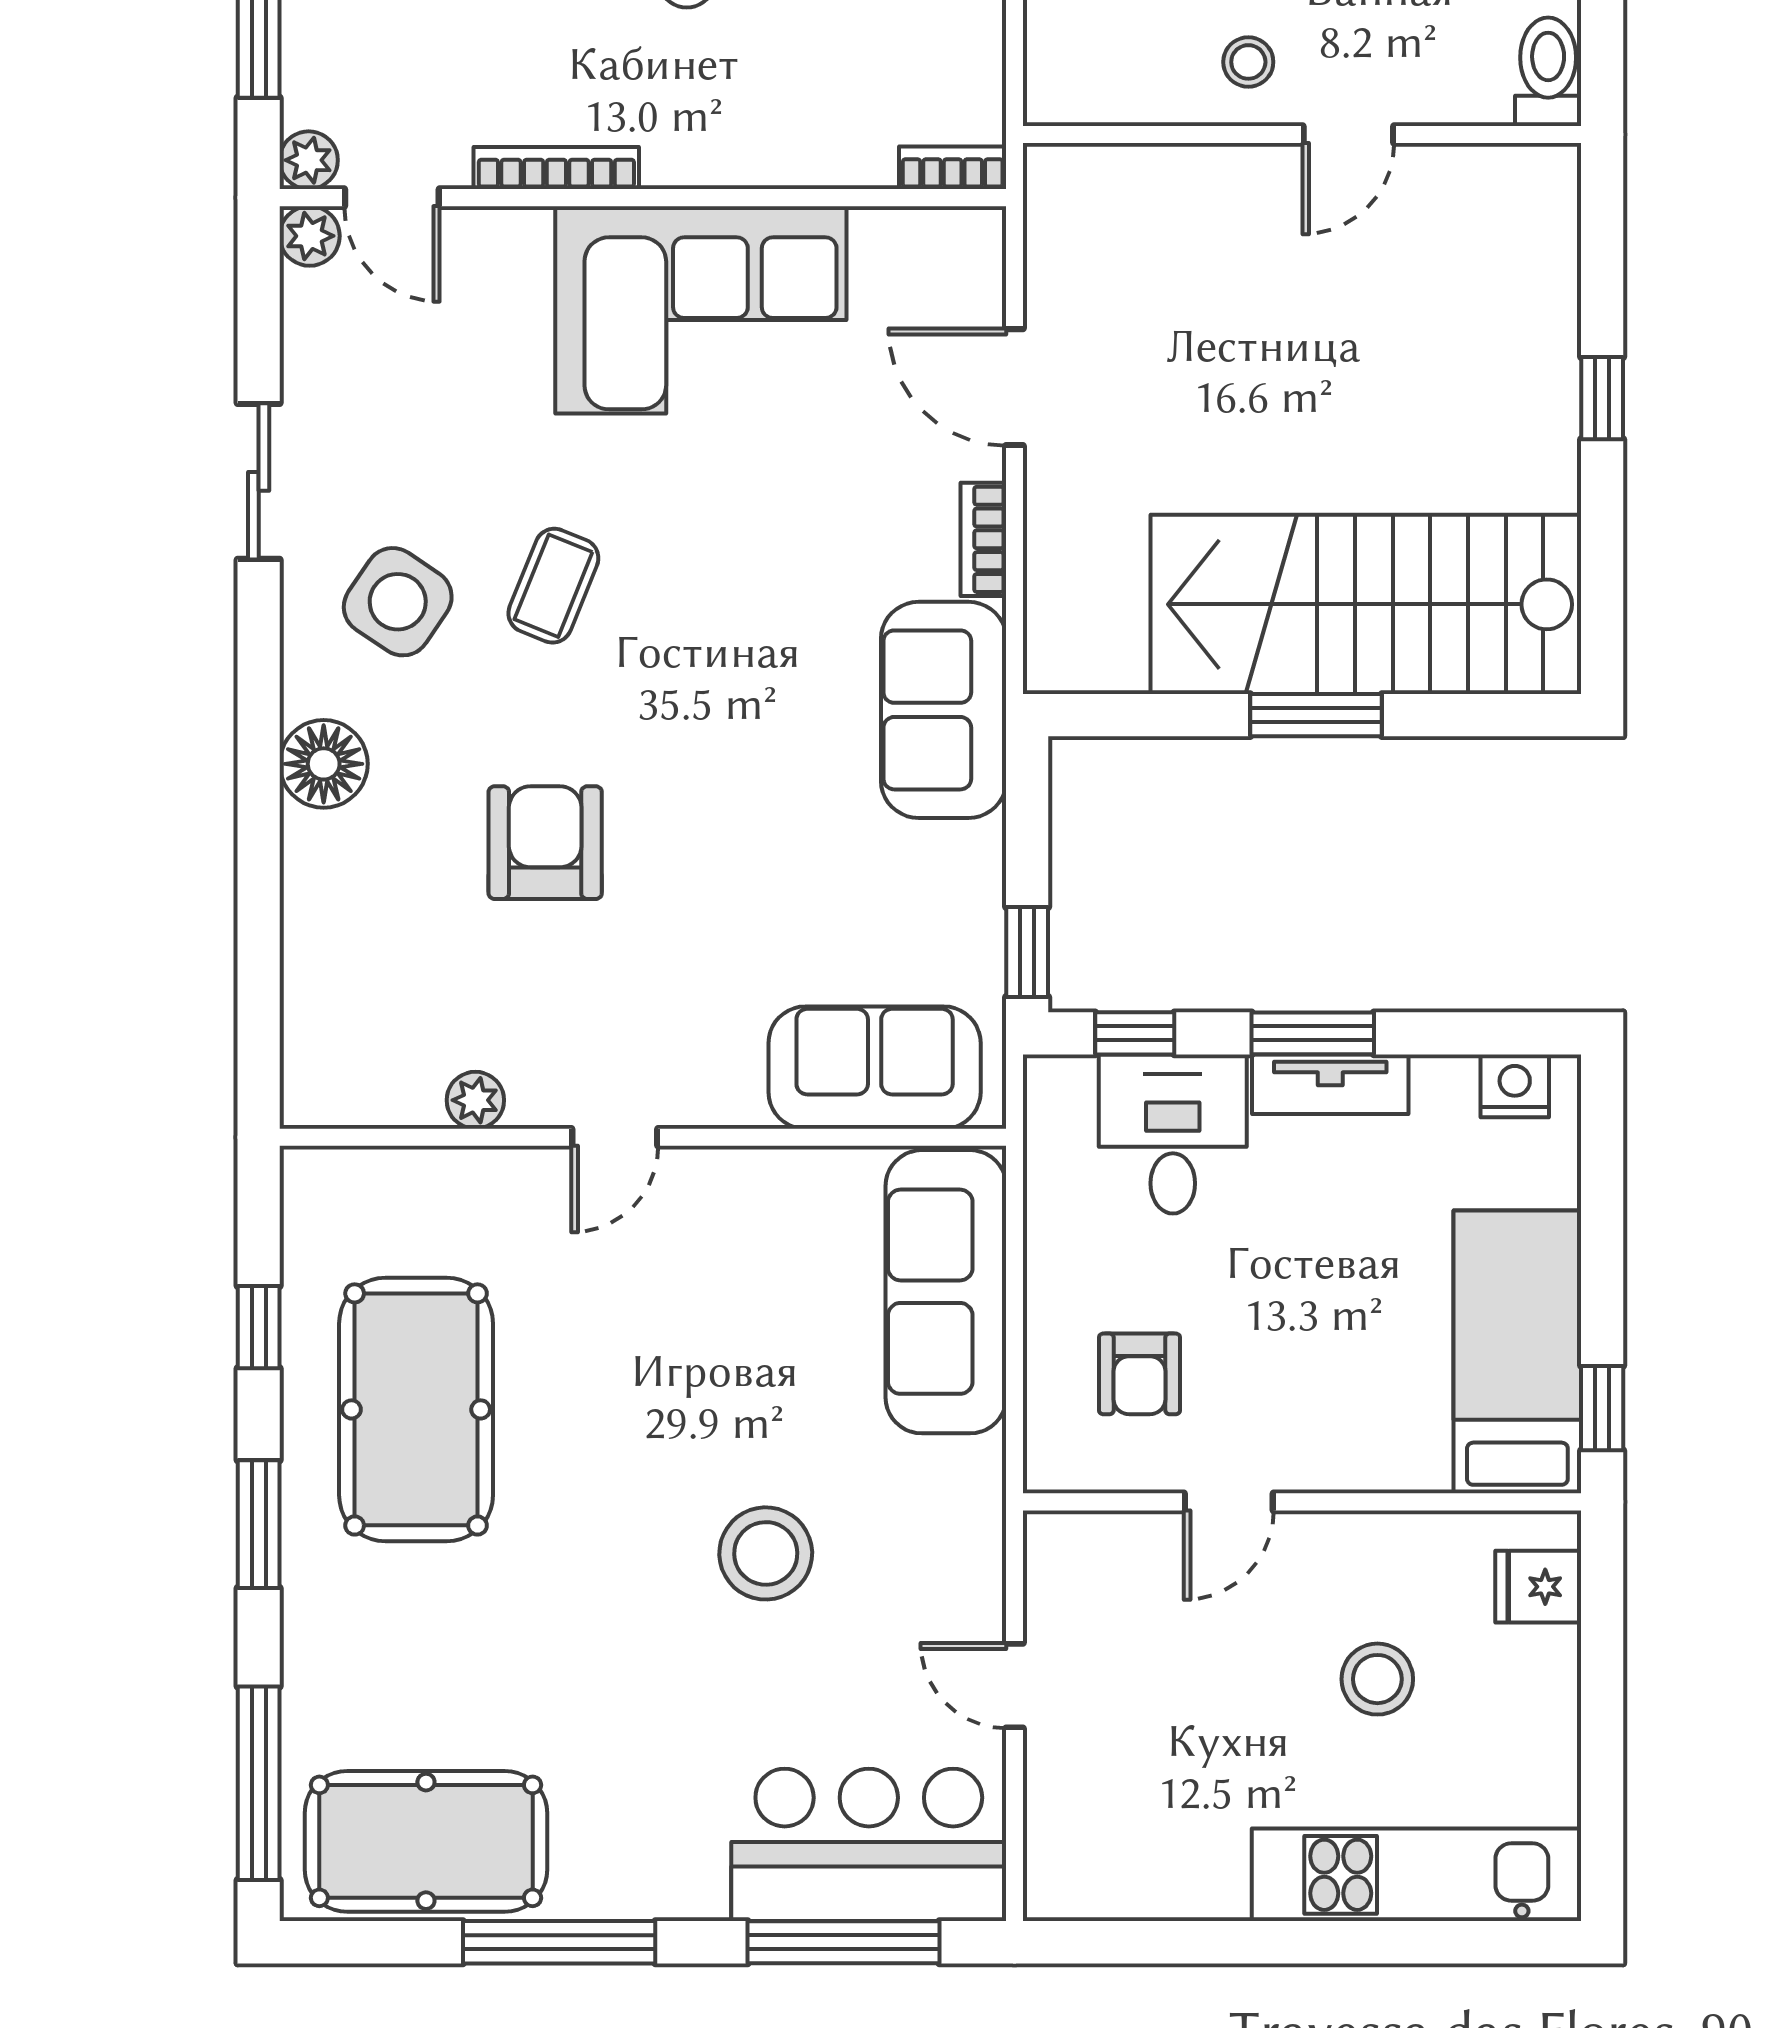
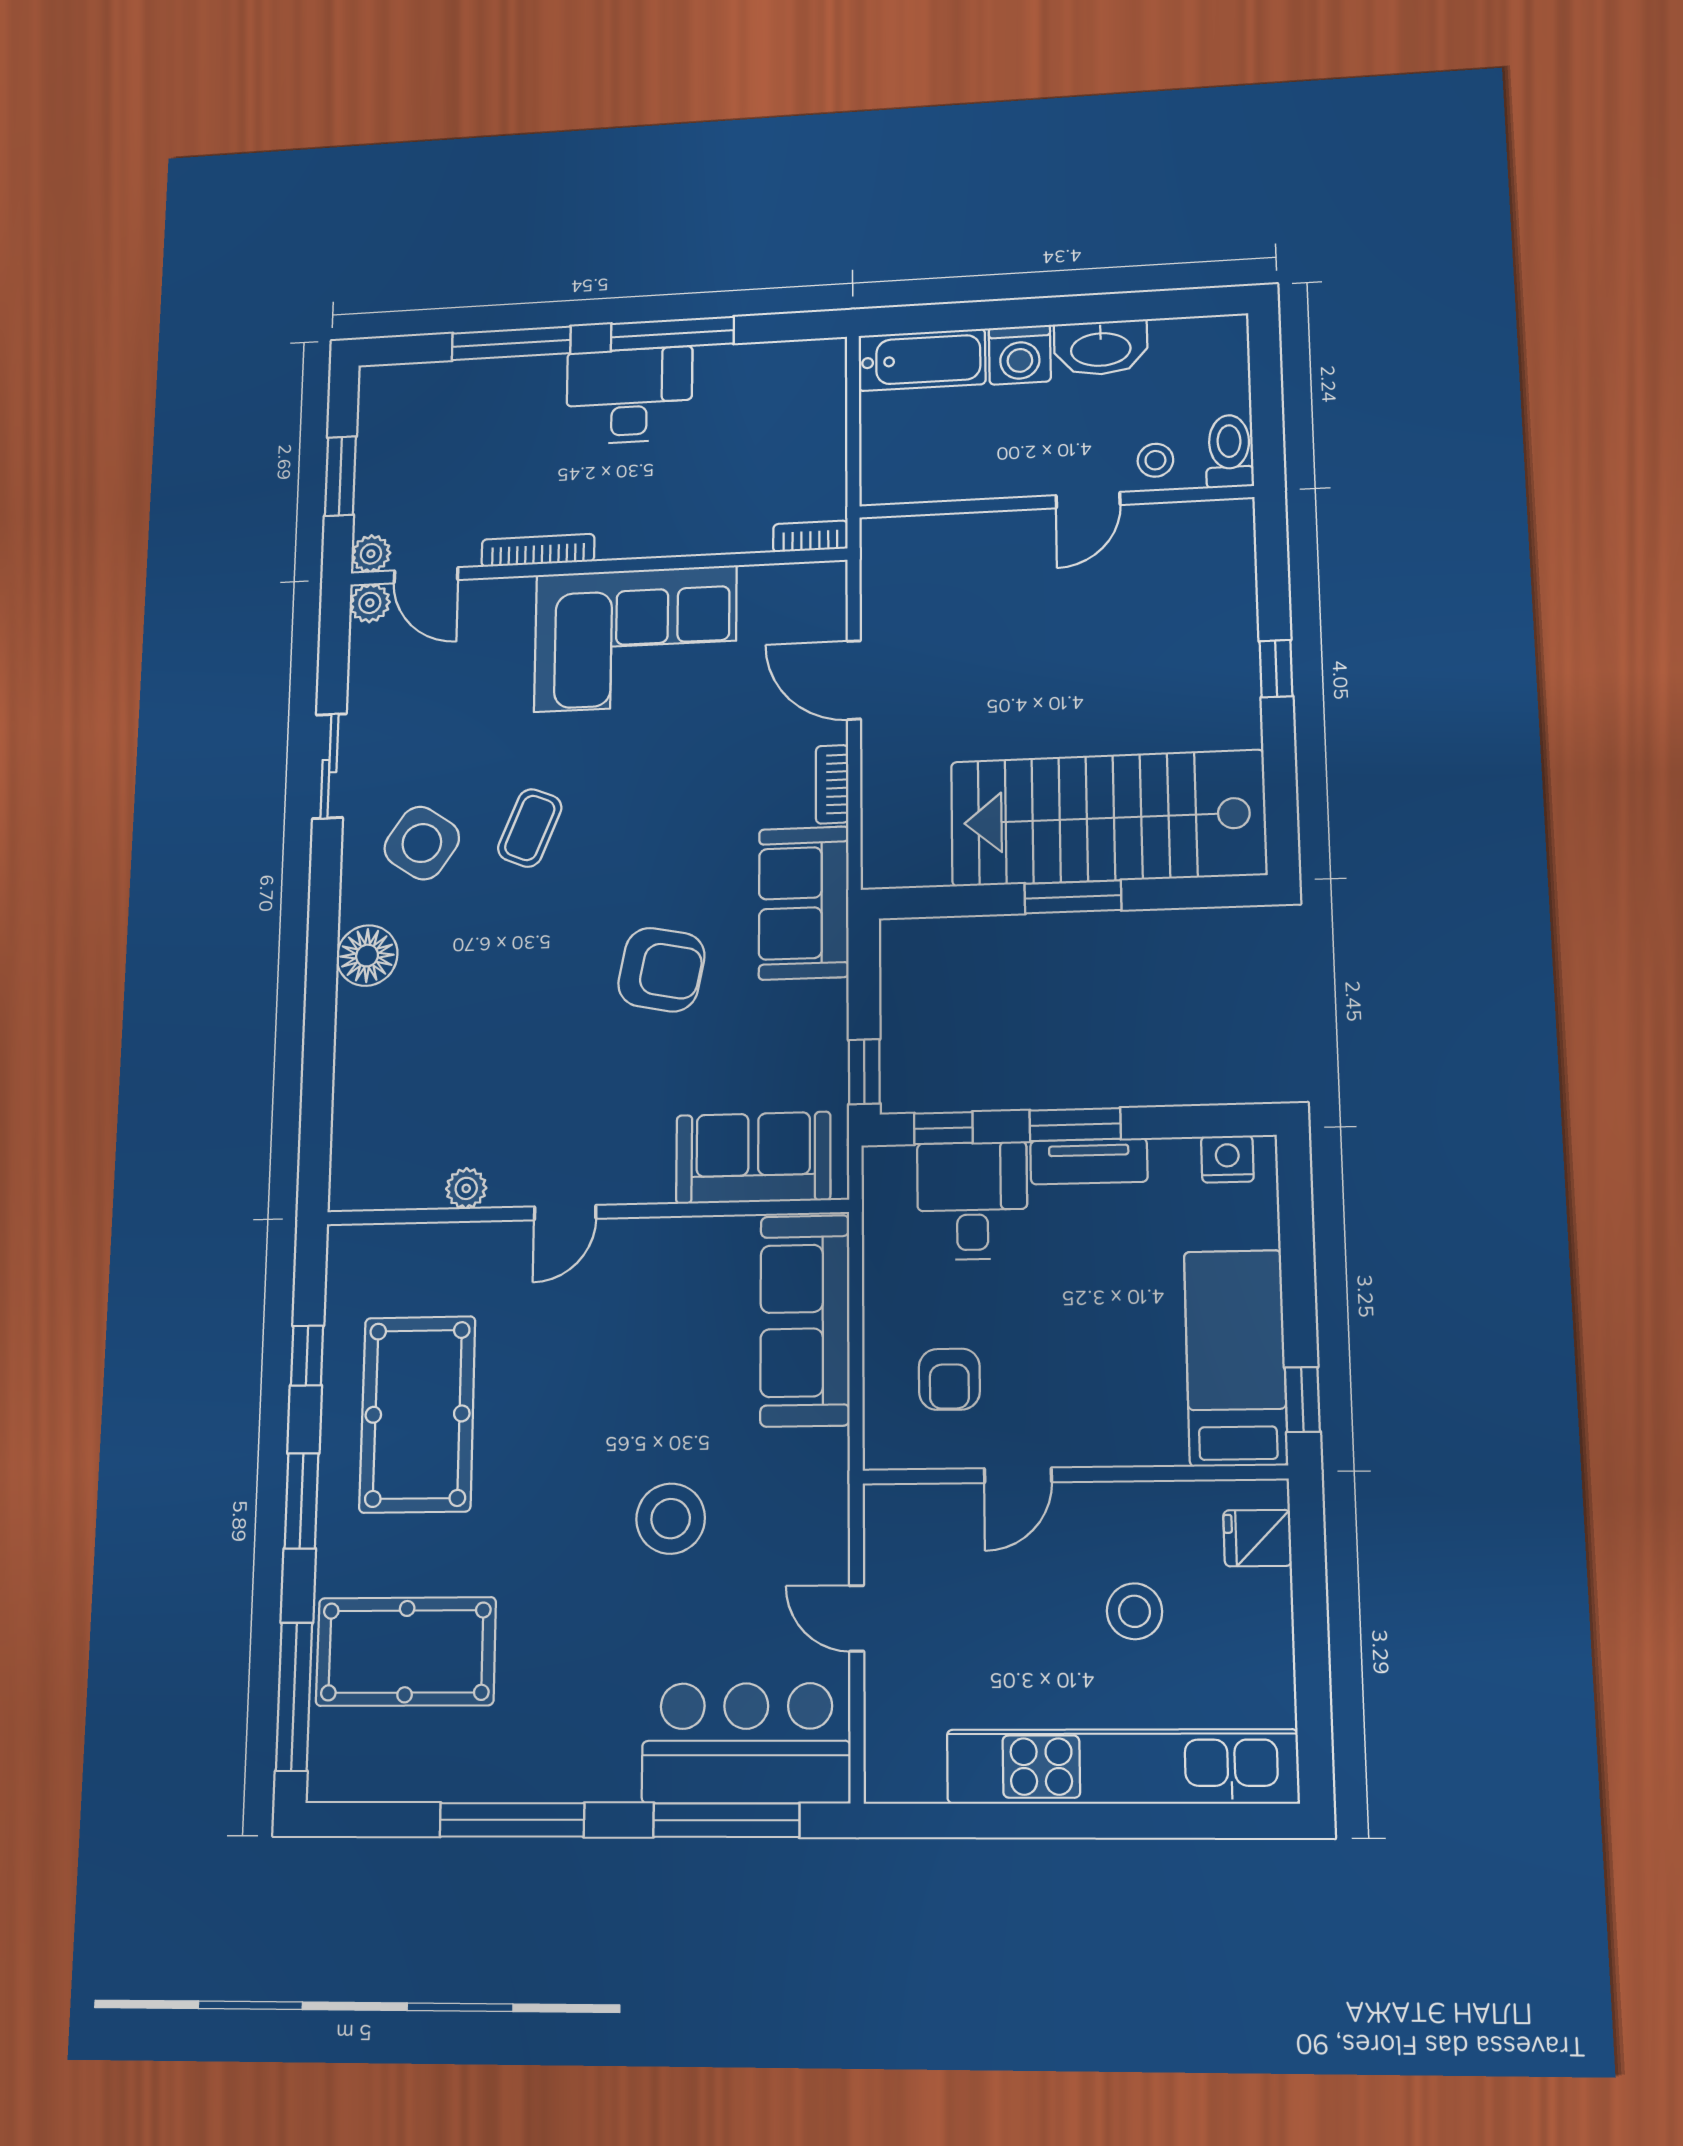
stool: (1248, 62) -> (1155, 460), moved
armchair: (545, 843) -> (661, 970), moved, turned 101
pool table: (426, 1841) -> (406, 1651), moved
kitchen unit: (1416, 1875) -> (1122, 1766), width x1.36

